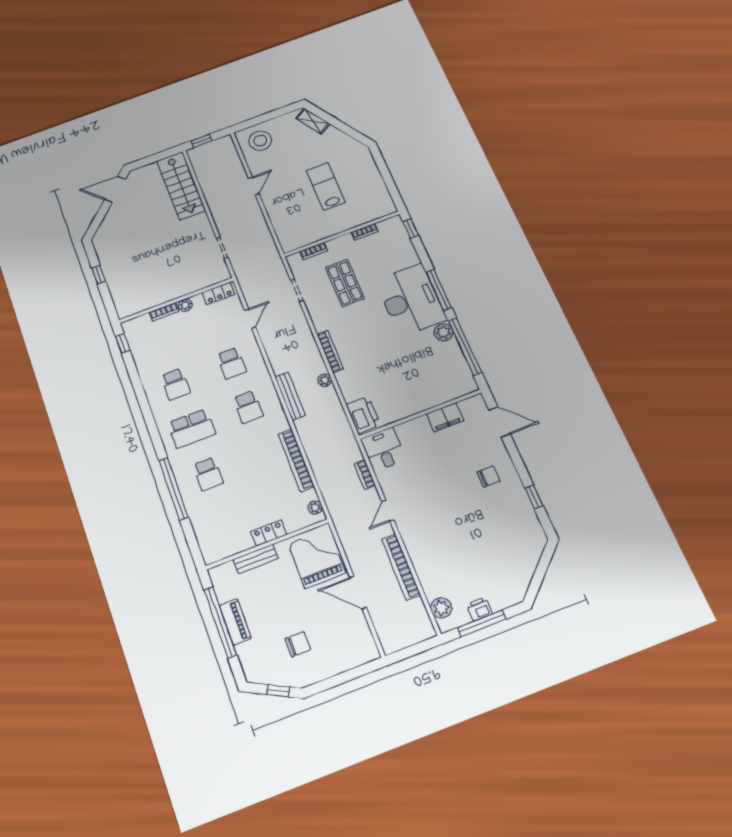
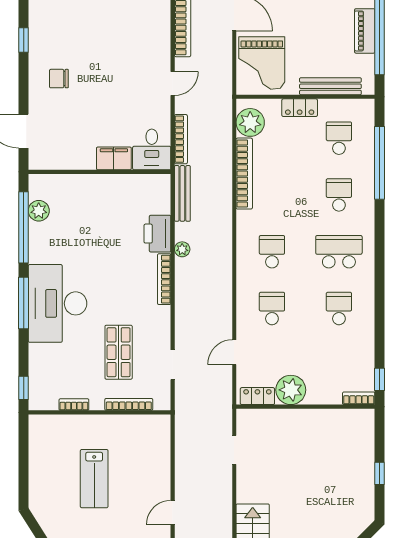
bookcase: (314, 251) -> (129, 404), width x1.56
plant: (185, 305) -> (291, 390), width x1.87, depth x1.87
bookcase: (164, 312) -> (359, 398), moved
plant: (443, 332) -> (39, 211), moved
bench: (290, 396) -> (182, 193), moved
printer: (363, 415) -> (157, 234), moved
filing cabinet: (445, 417) -> (114, 158), moved
bookcase: (365, 475) -> (181, 139), width x1.56
window: (174, 489) -> (380, 163), moved
plant: (315, 507) -> (250, 122), width x1.88, depth x1.88
school desk: (225, 521) -> (339, 138), added
bench: (256, 559) -> (330, 86), width x1.36

